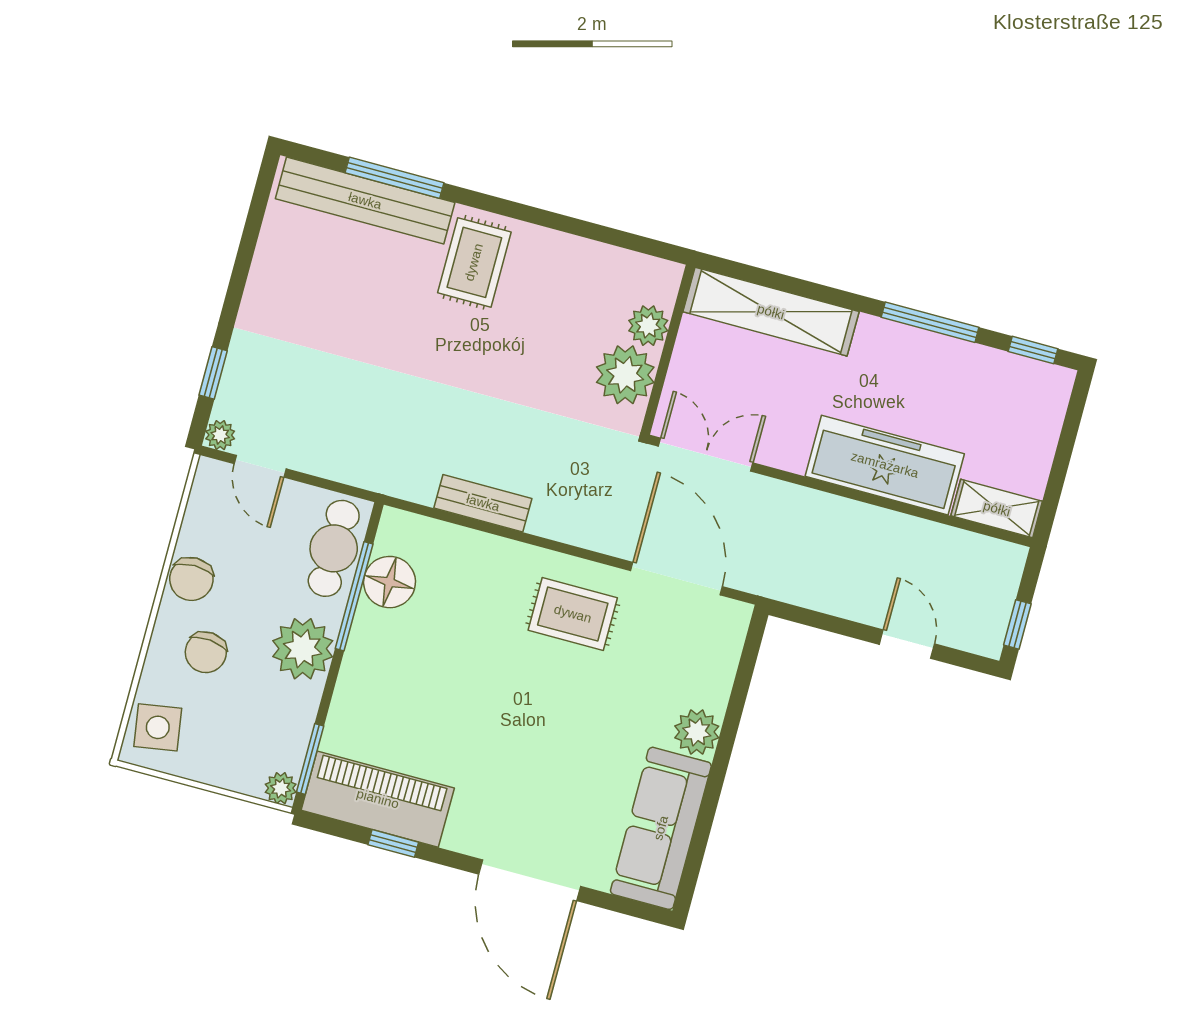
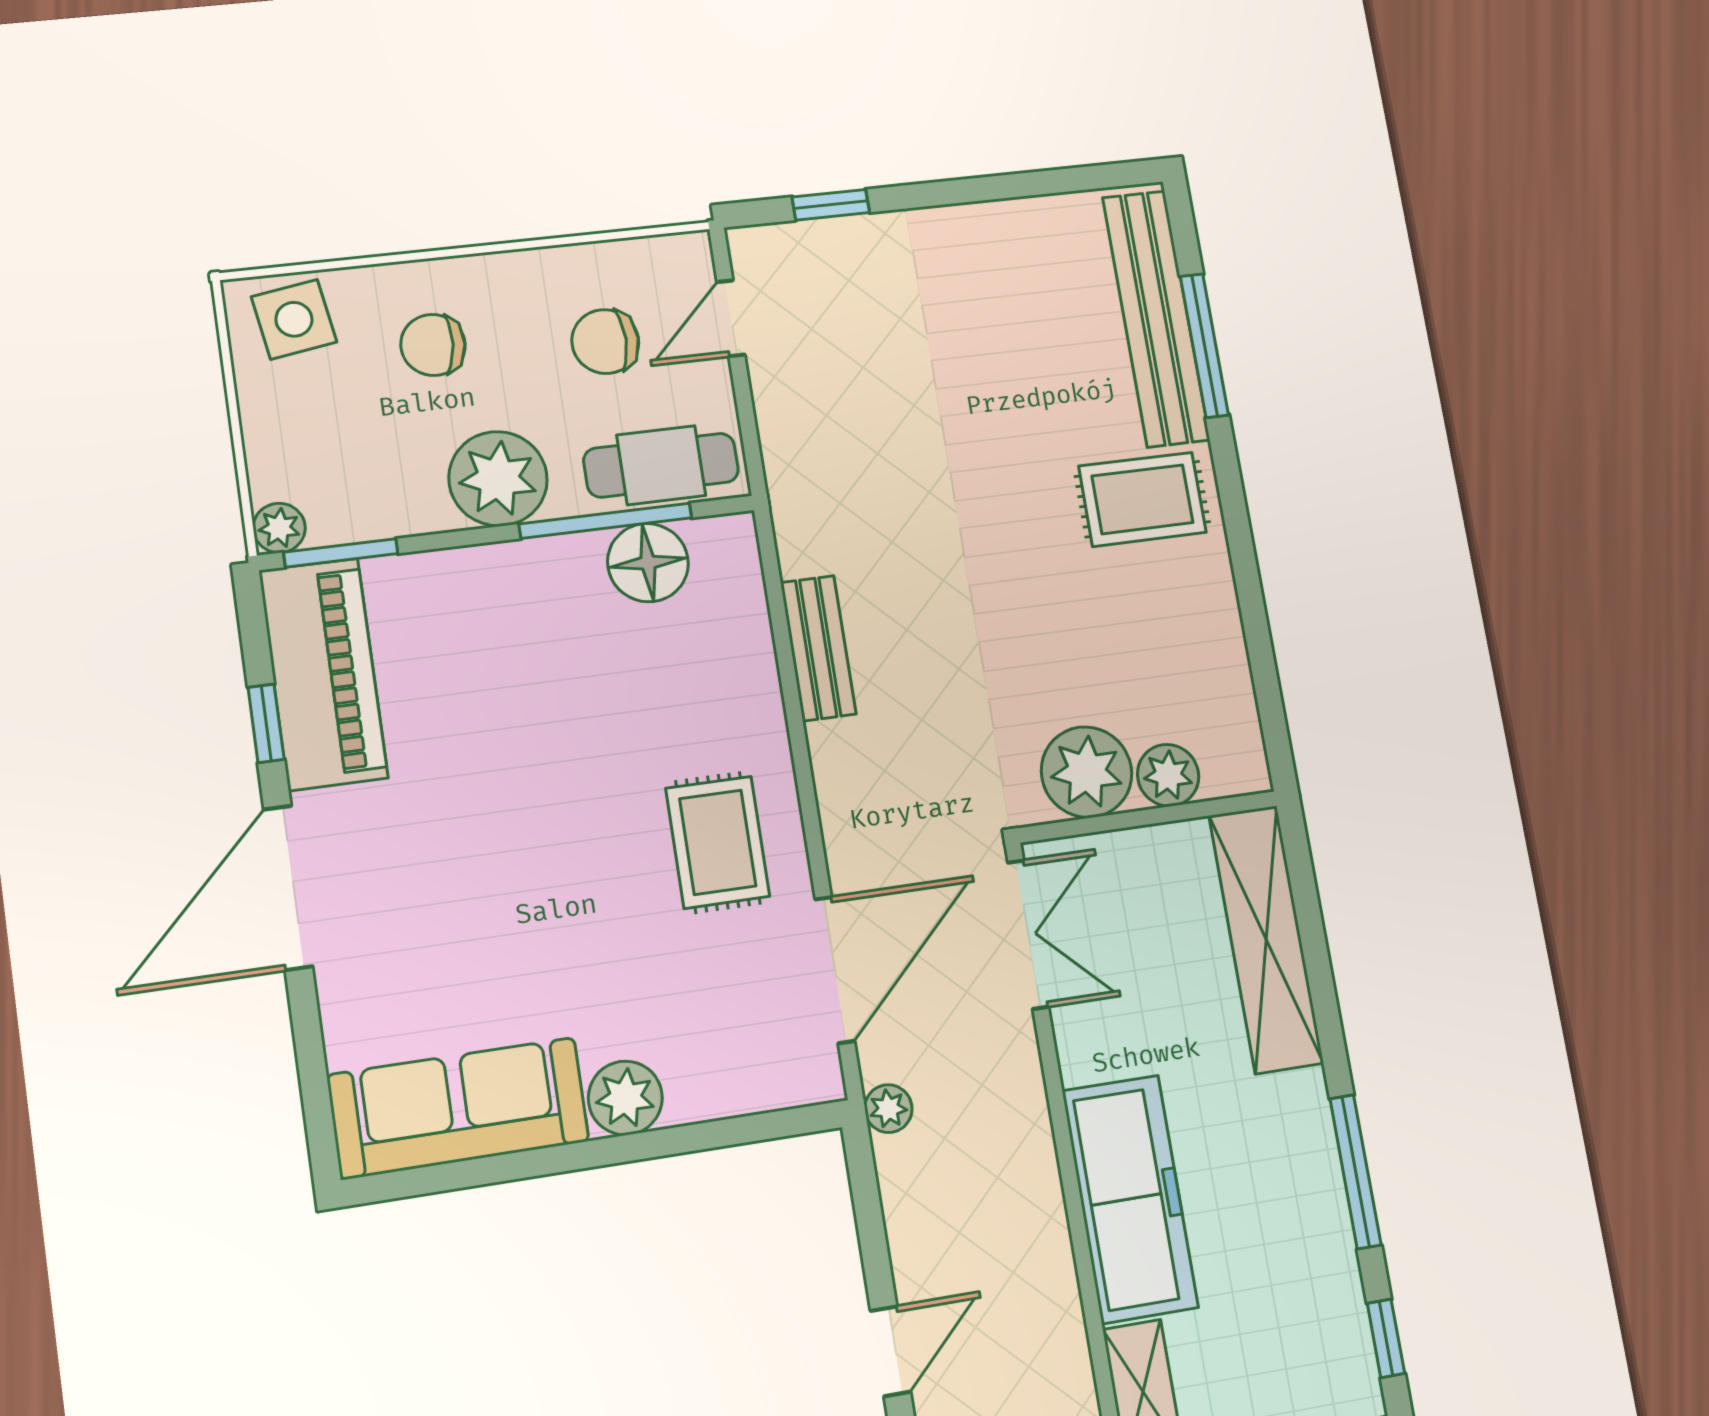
plant: (220, 435) -> (888, 1109), moved
chair: (191, 579) -> (605, 342), moved
door: (530, 880) -> (288, 888), moved

